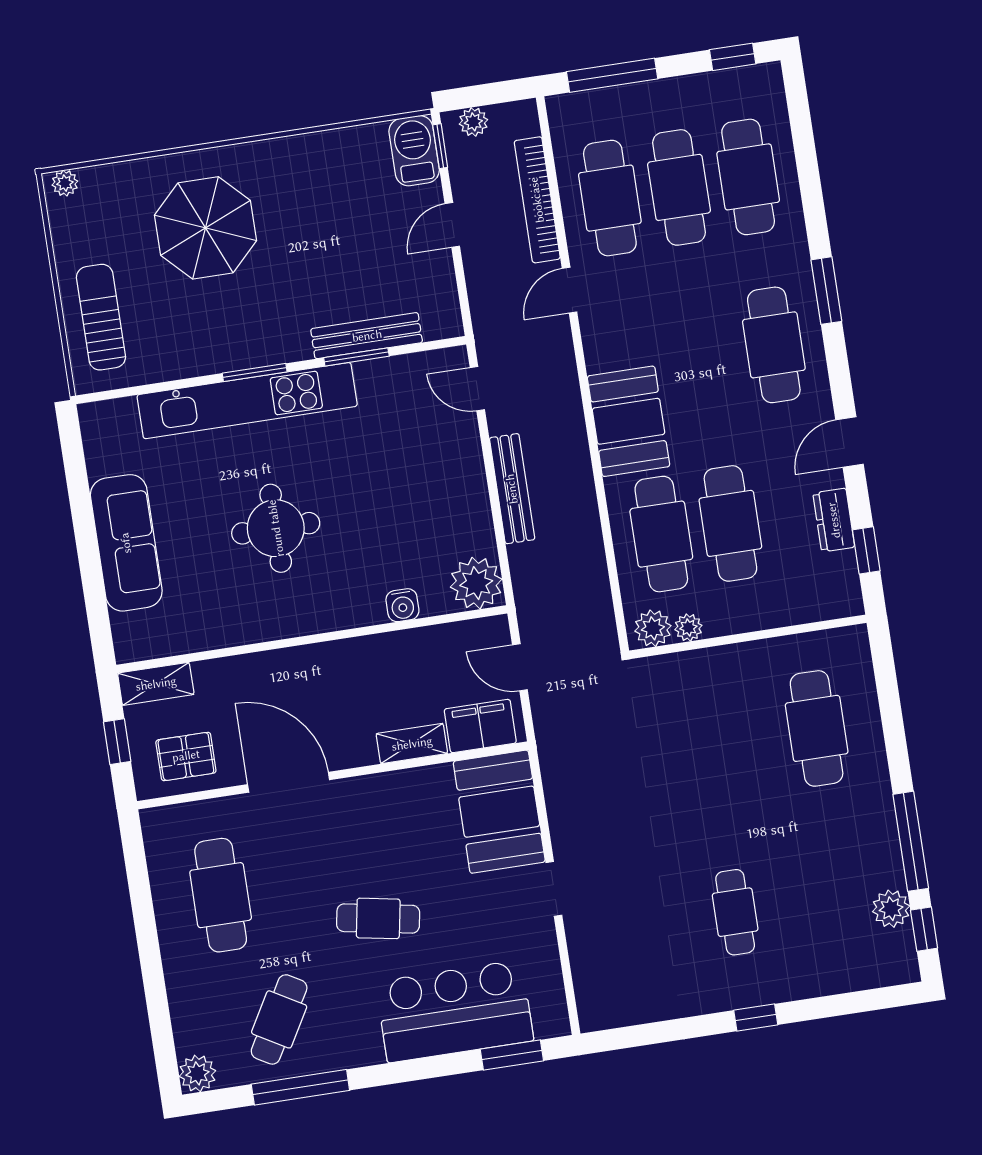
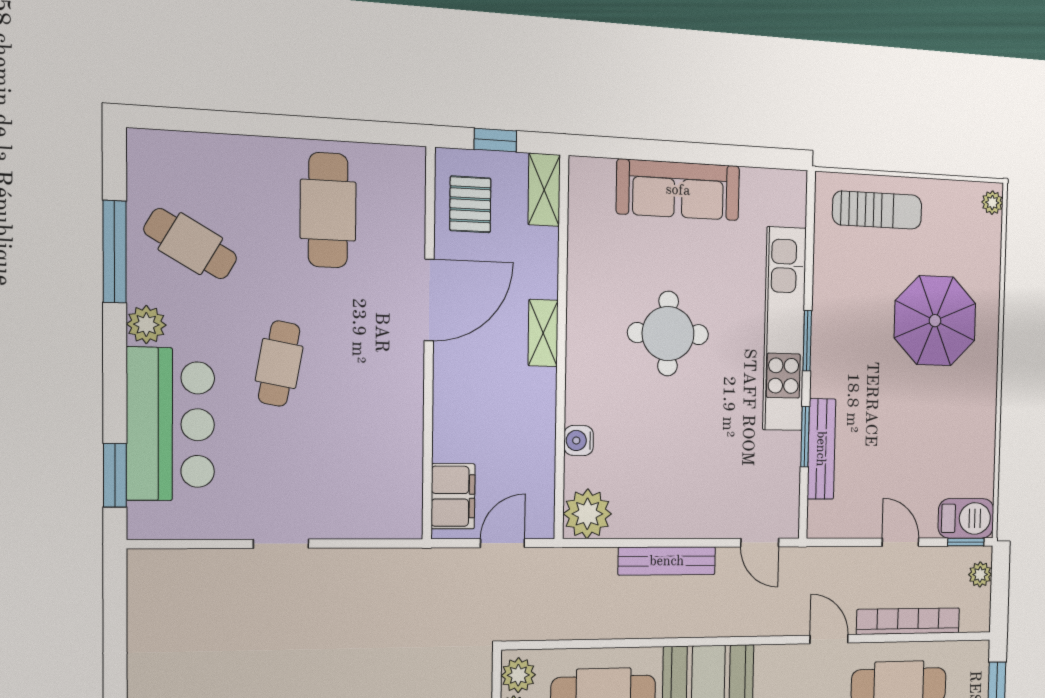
door: (477, 389) -> (760, 543), swing flipped
shelving: (412, 744) -> (543, 333), moved
booth: (499, 812) -> (367, 502), removed
cafe table: (221, 895) -> (328, 210), turned 90
plant: (197, 1073) -> (146, 325), moved

